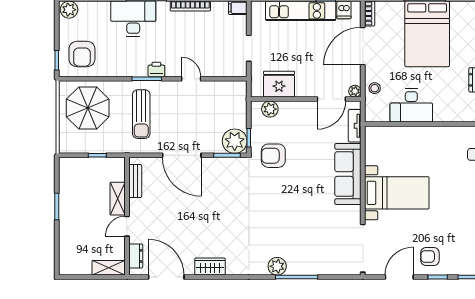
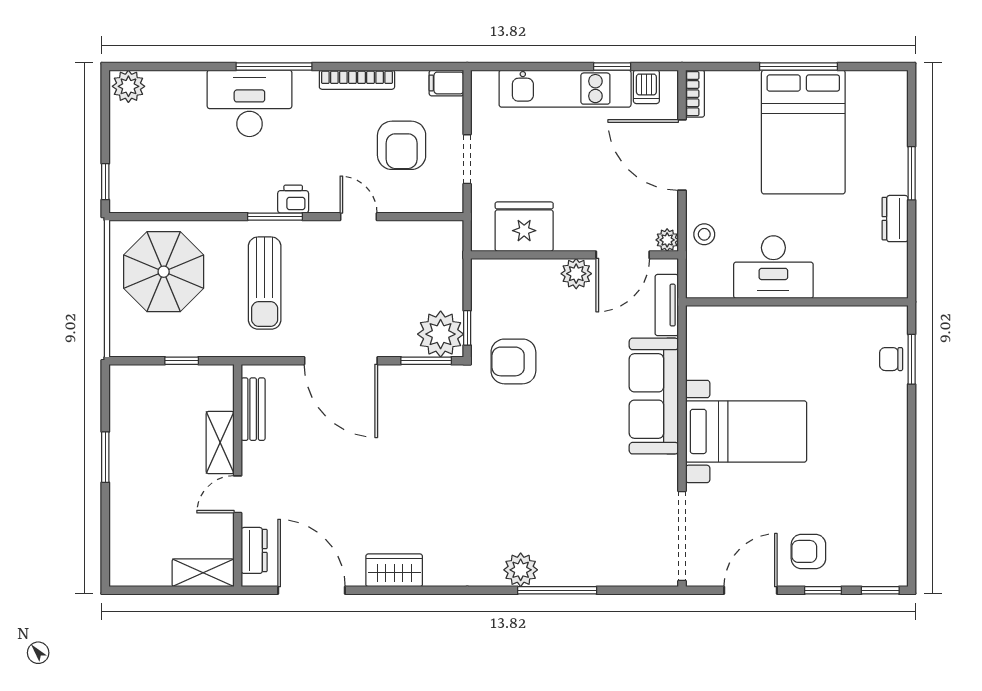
door: (363, 46) -> (682, 155), hinge flipped
armchair: (82, 54) -> (402, 145), moved
plant: (270, 109) -> (576, 274), moved

